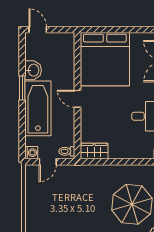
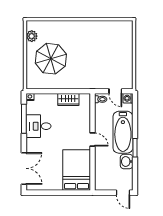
bed: (105, 59) -> (77, 170), width x0.73
wardrobe: (94, 151) -> (68, 100), moved
door: (48, 162) -> (115, 91), swing flipped

